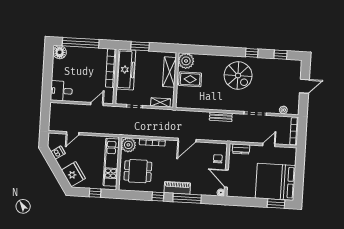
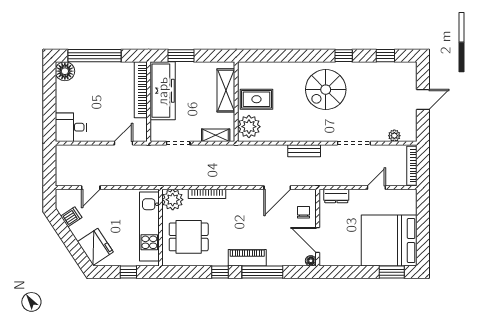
plant: (186, 61) -> (249, 127), moved
spiral stairs: (238, 76) -> (326, 90), turned 90
door: (187, 140) -> (277, 188), moved

